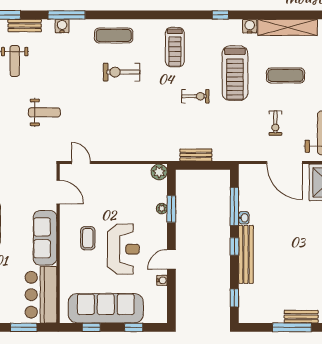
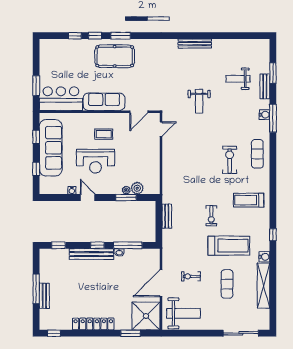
treadmill: (235, 73) -> (229, 246), turned 180
plant: (159, 172) -> (137, 188), moved

